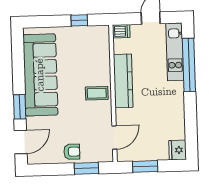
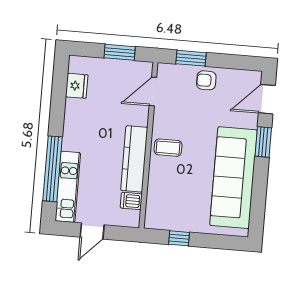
dishwasher: (121, 31) -> (131, 201), moved
fridge: (178, 150) -> (77, 86), moved

